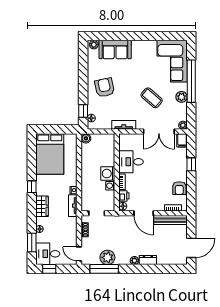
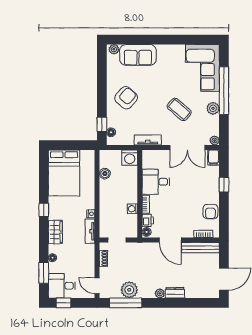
armchair: (105, 88) -> (126, 98), turned 53
boiler: (86, 138) -> (105, 174), moved
washing machine: (108, 174) -> (130, 158), moved, turned -90

